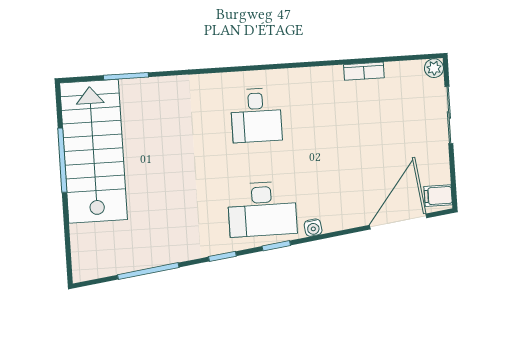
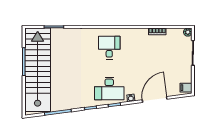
desk: (256, 115) -> (109, 48), turned 180
stairs: (94, 151) -> (38, 70), width x1.36
door: (398, 222) -> (155, 99), moved

